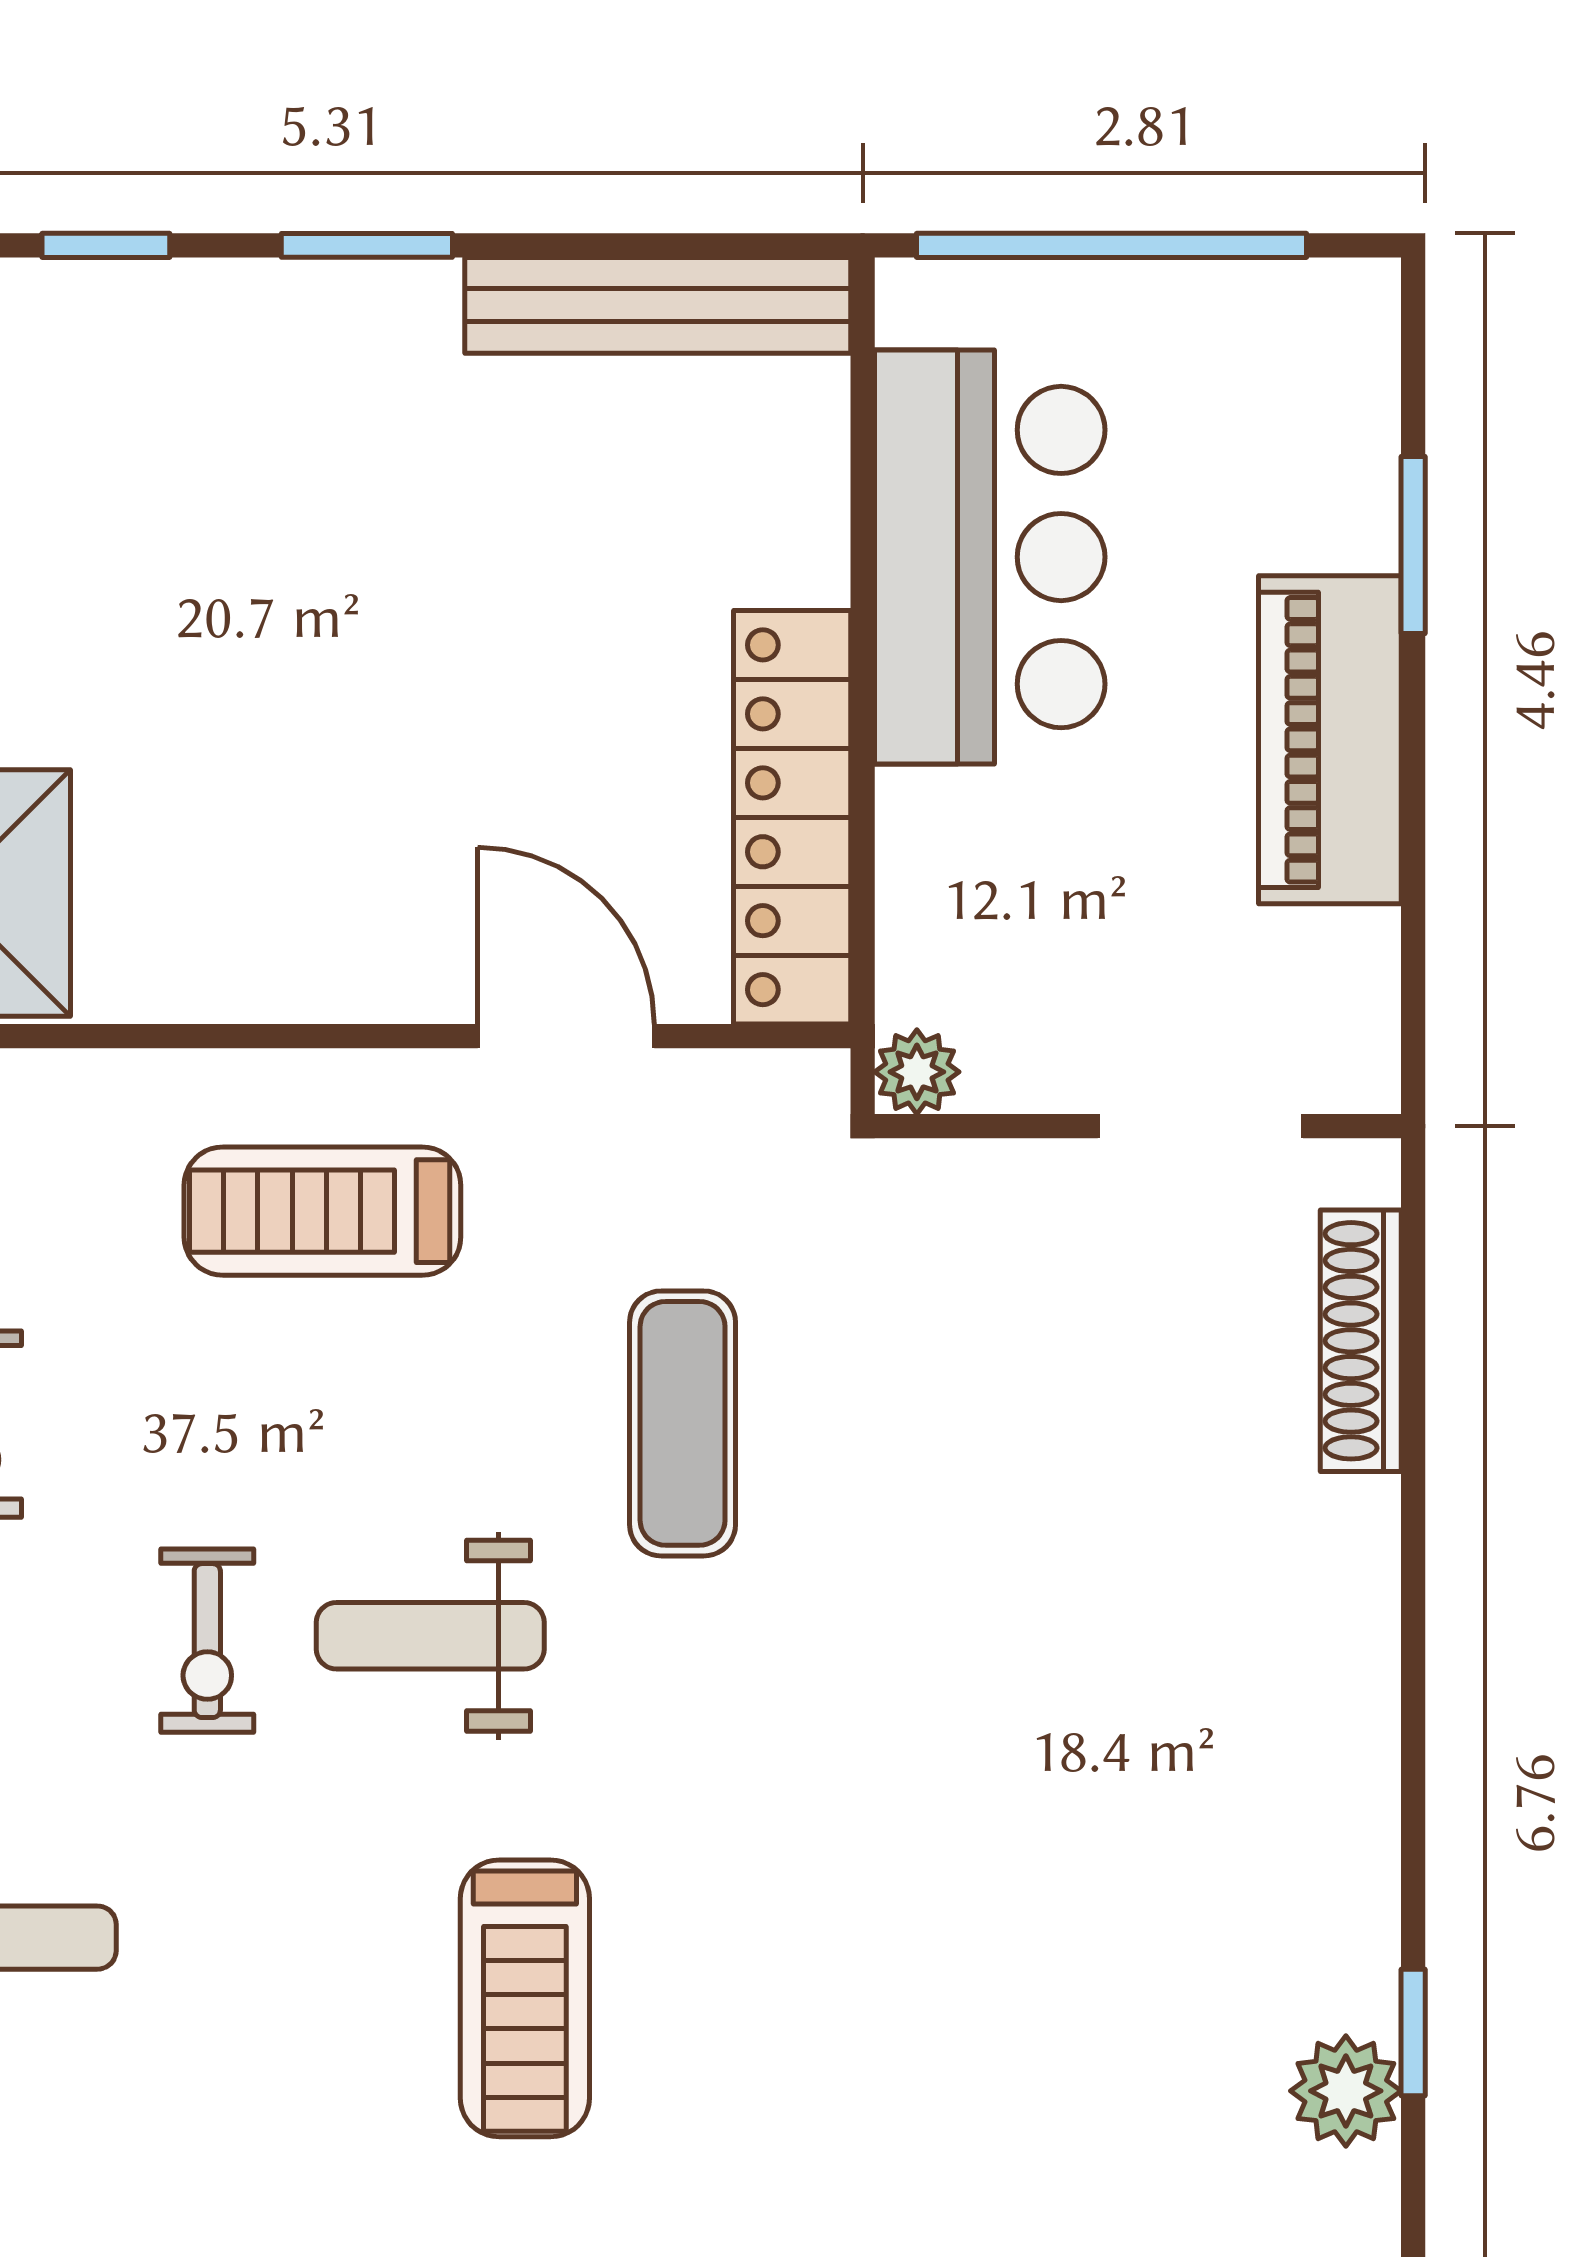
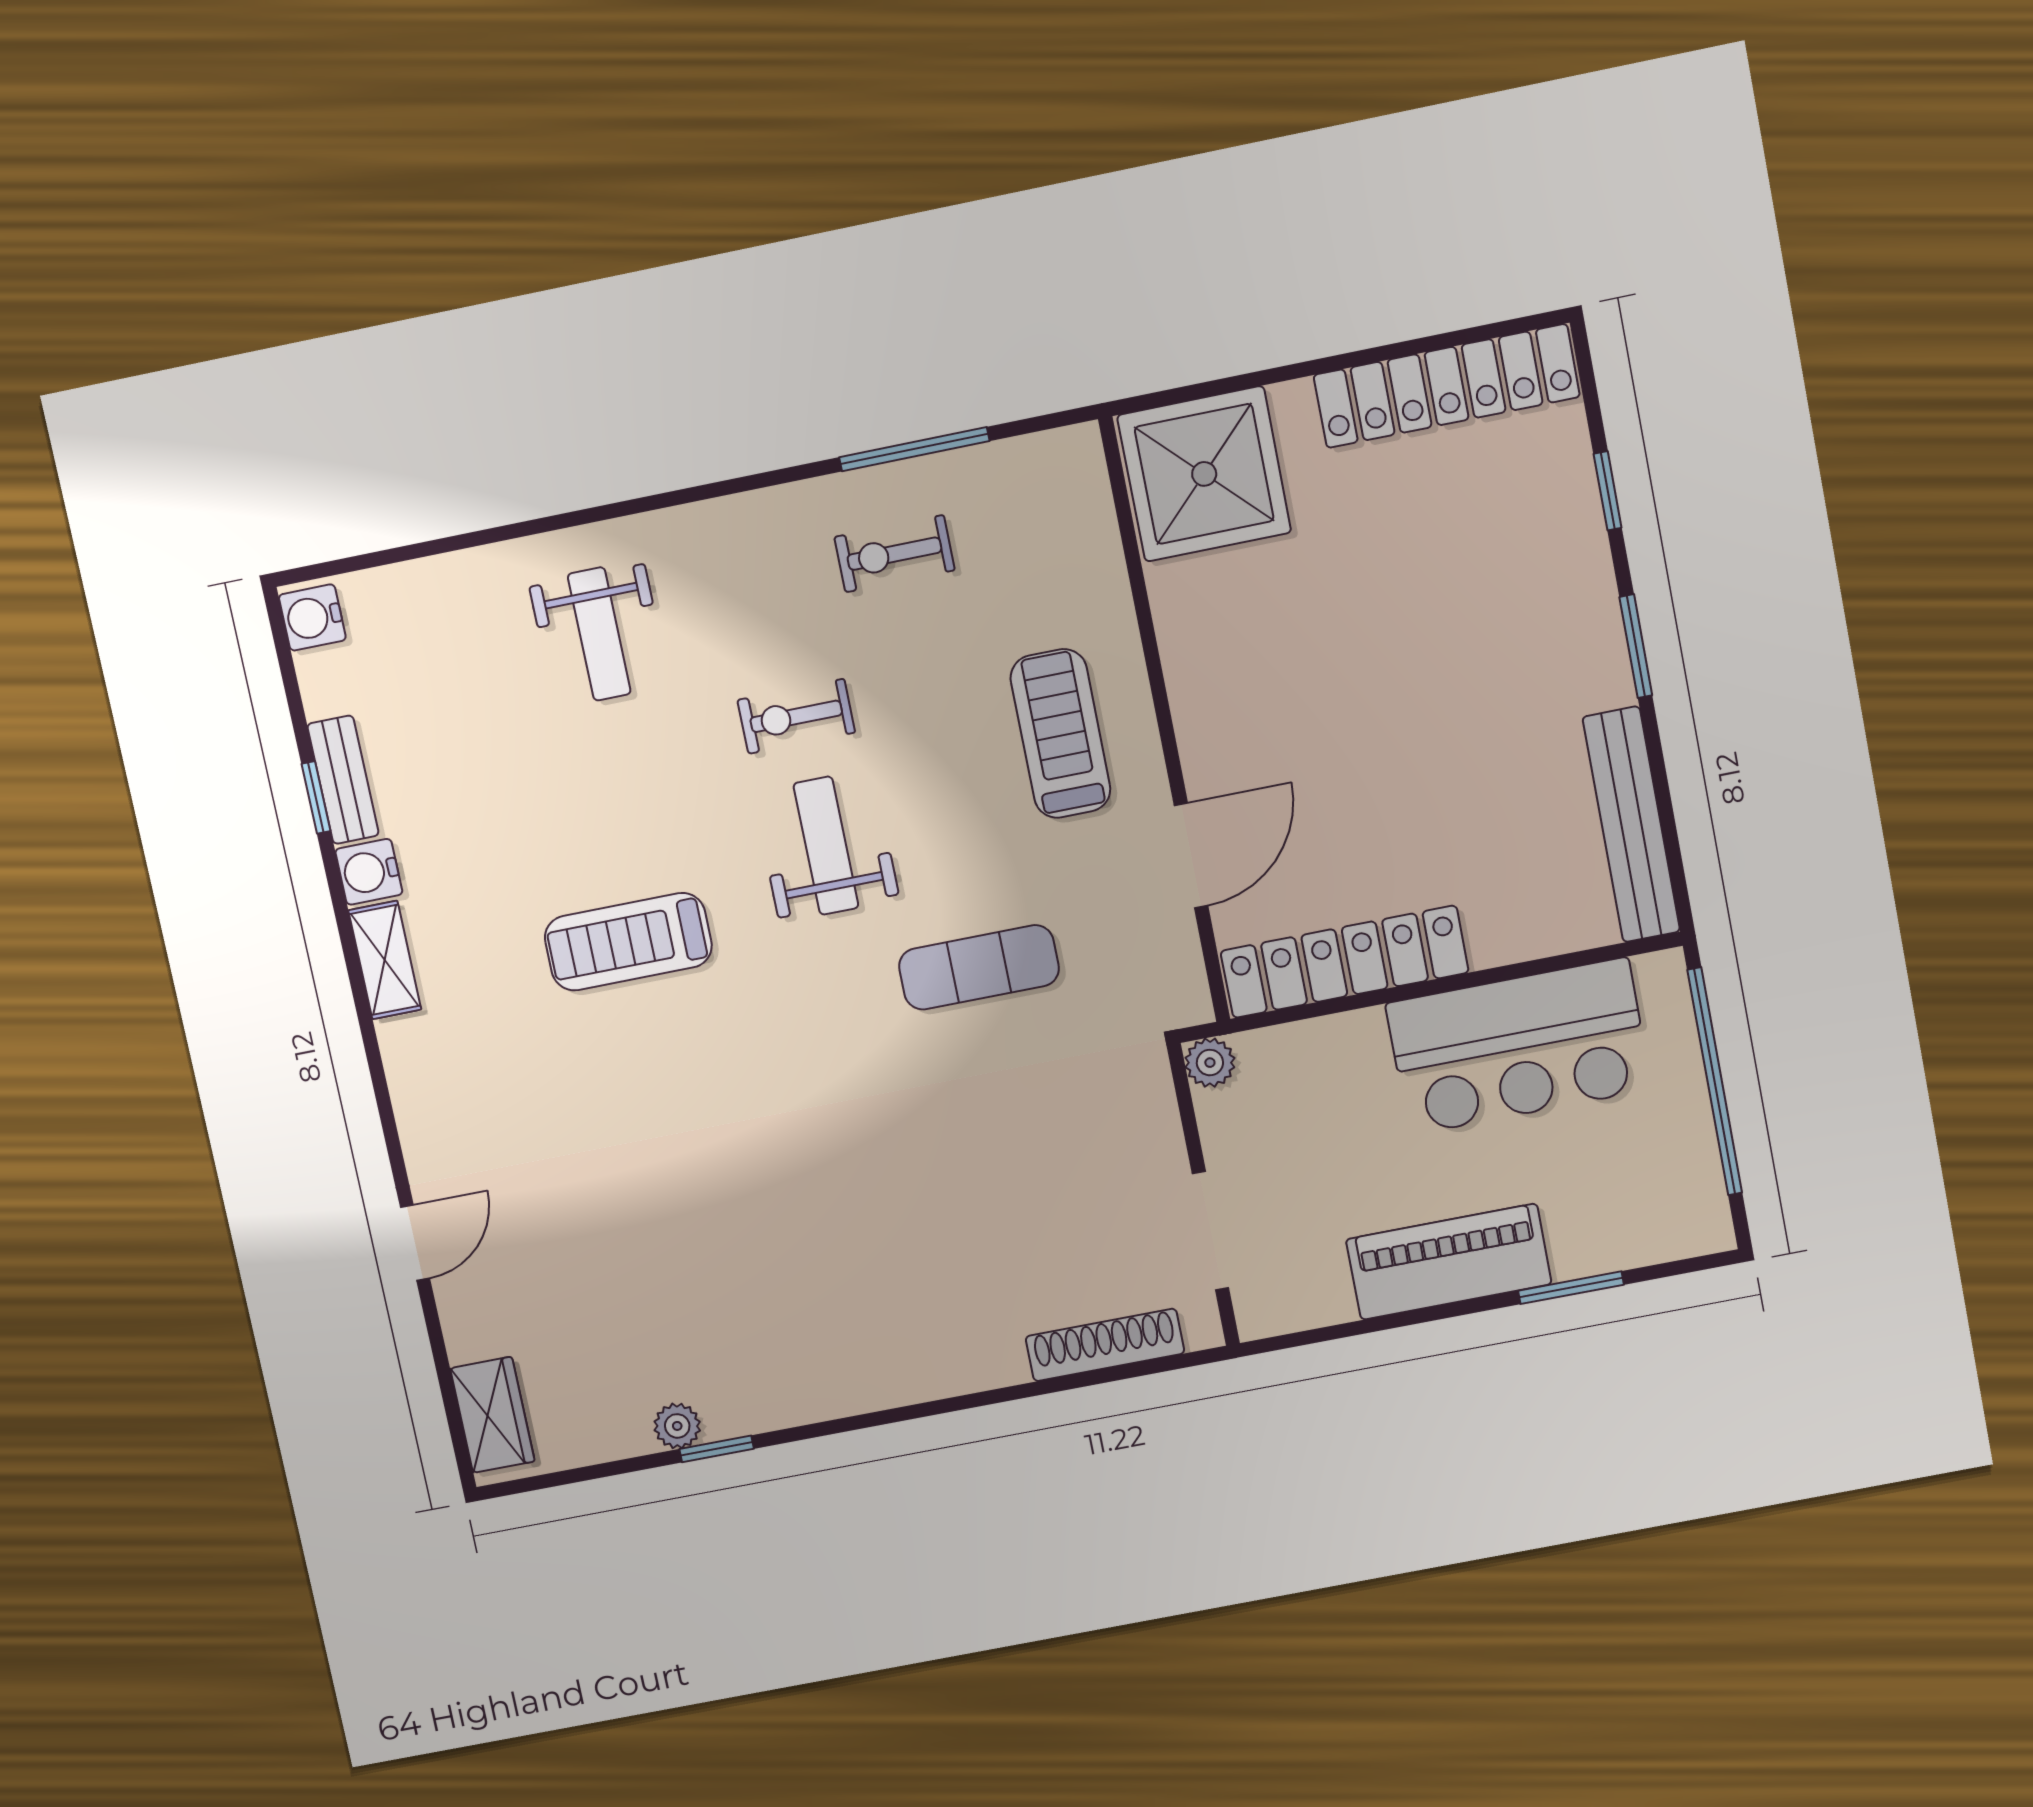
plant: (1346, 2091) -> (677, 1426), width x0.73, depth x0.73

